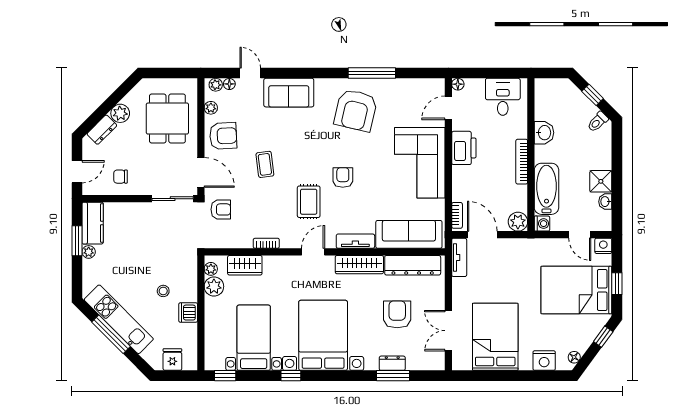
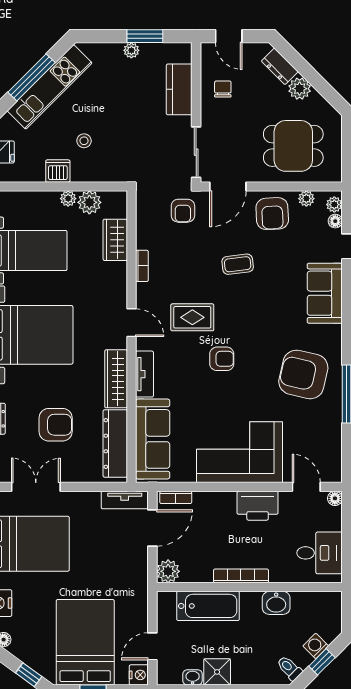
kitchen counter: (93, 223) -> (179, 89), moved, turned 90
washing machine: (542, 224) -> (316, 646), moved, turned 135
plant: (211, 269) -> (68, 199), moved

